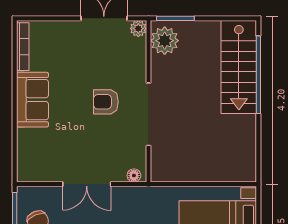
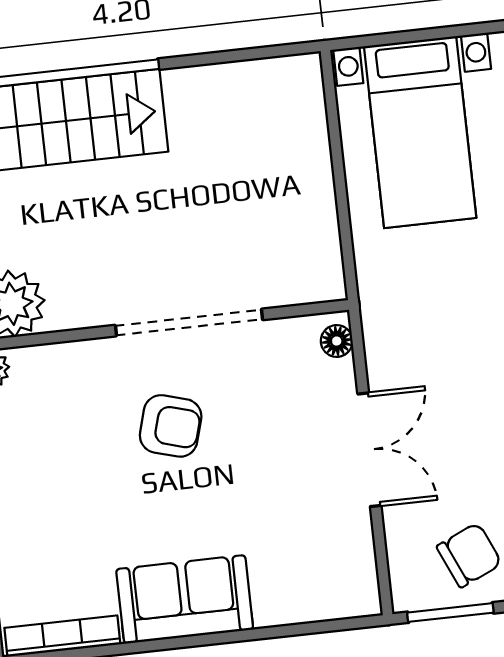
armchair: (106, 102) -> (171, 426), turned -74

